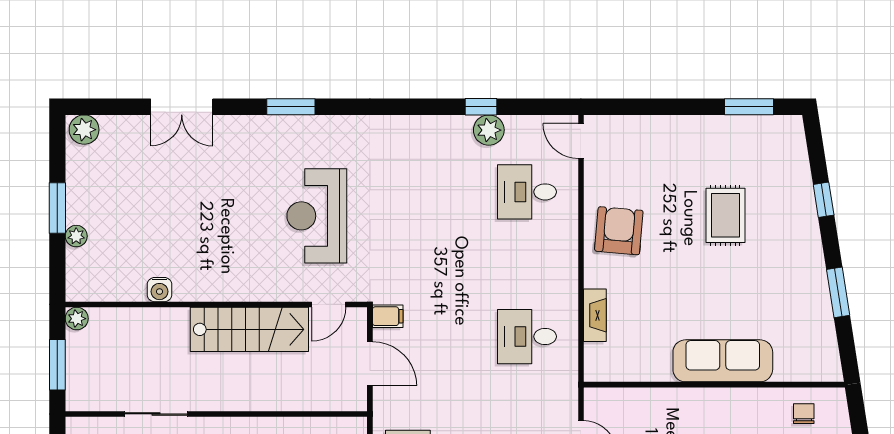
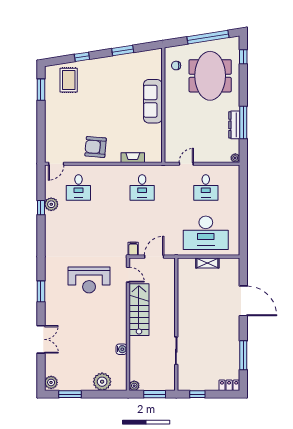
window: (57, 208) -> (70, 394), moved
rug: (725, 215) -> (69, 80), moved, turned 90
plant: (76, 236) -> (102, 382), width x1.88, depth x1.88

